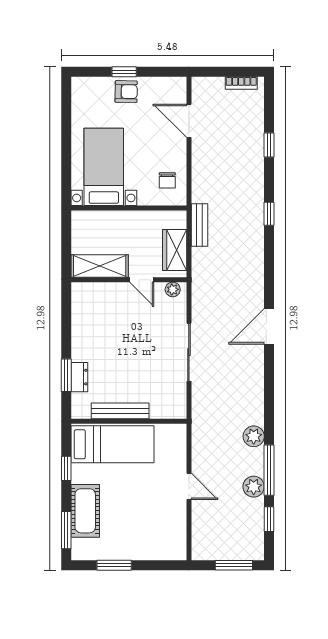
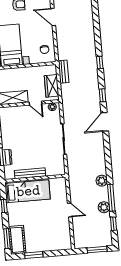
window: (269, 145) -> (102, 95), moved
cot: (85, 511) -> (17, 240), moved

